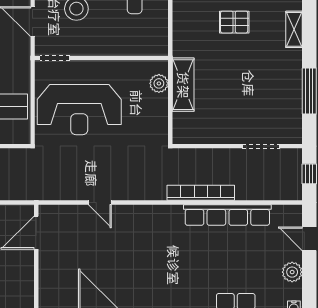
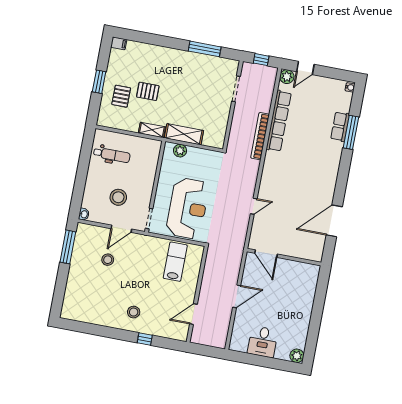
pallet: (234, 22) -> (148, 91), turned 90
shelving: (294, 29) -> (152, 130), moved
plant: (292, 272) -> (287, 77), moved

